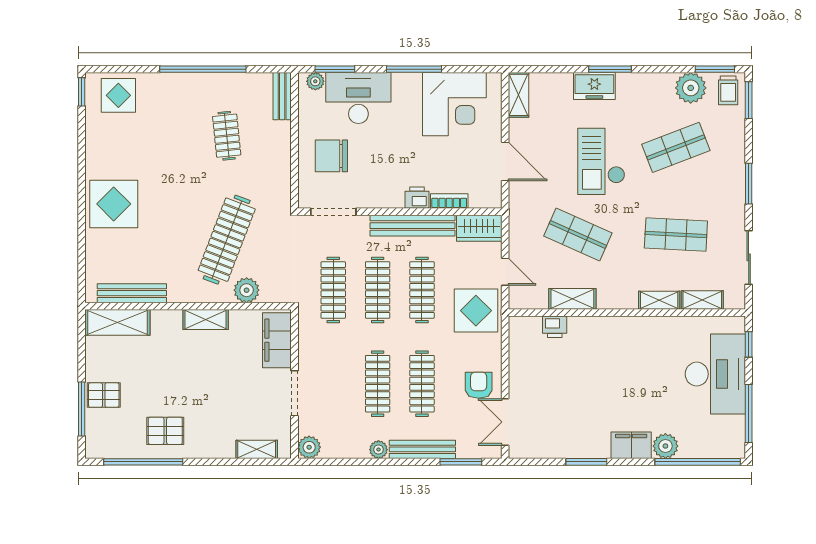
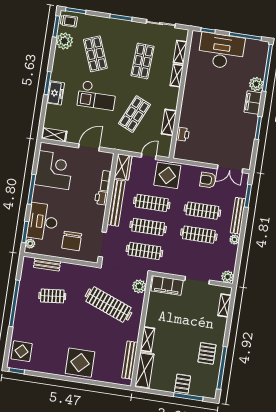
bench: (282, 96) -> (47, 264), moved
plant: (247, 290) -> (139, 286), moved
shelving: (206, 320) -> (147, 339), moved

